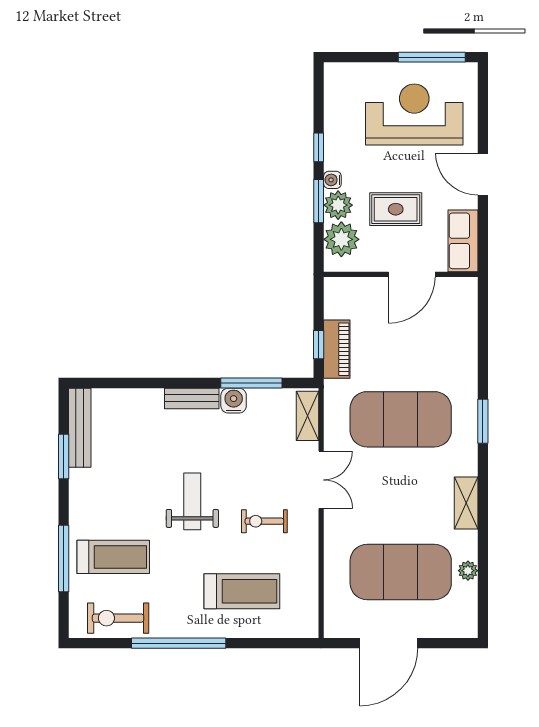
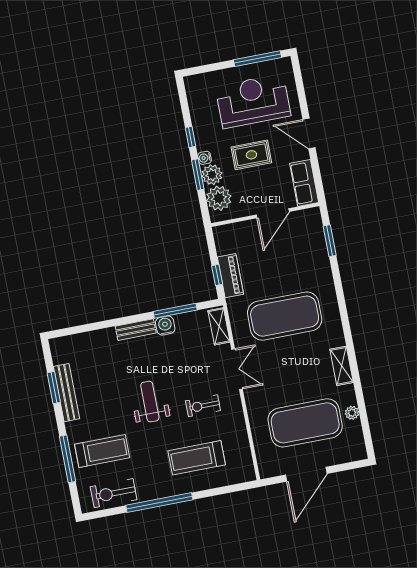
rug: (396, 209) -> (251, 155), moved
window: (483, 421) -> (330, 241), moved
bench: (80, 428) -> (66, 393), moved
treadmill: (242, 591) -> (197, 458), turned 180

